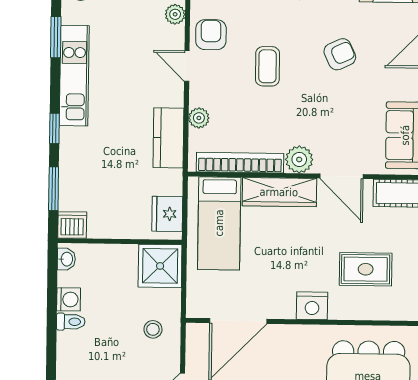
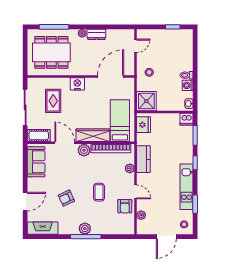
rug: (366, 269) -> (53, 101), turned 90

